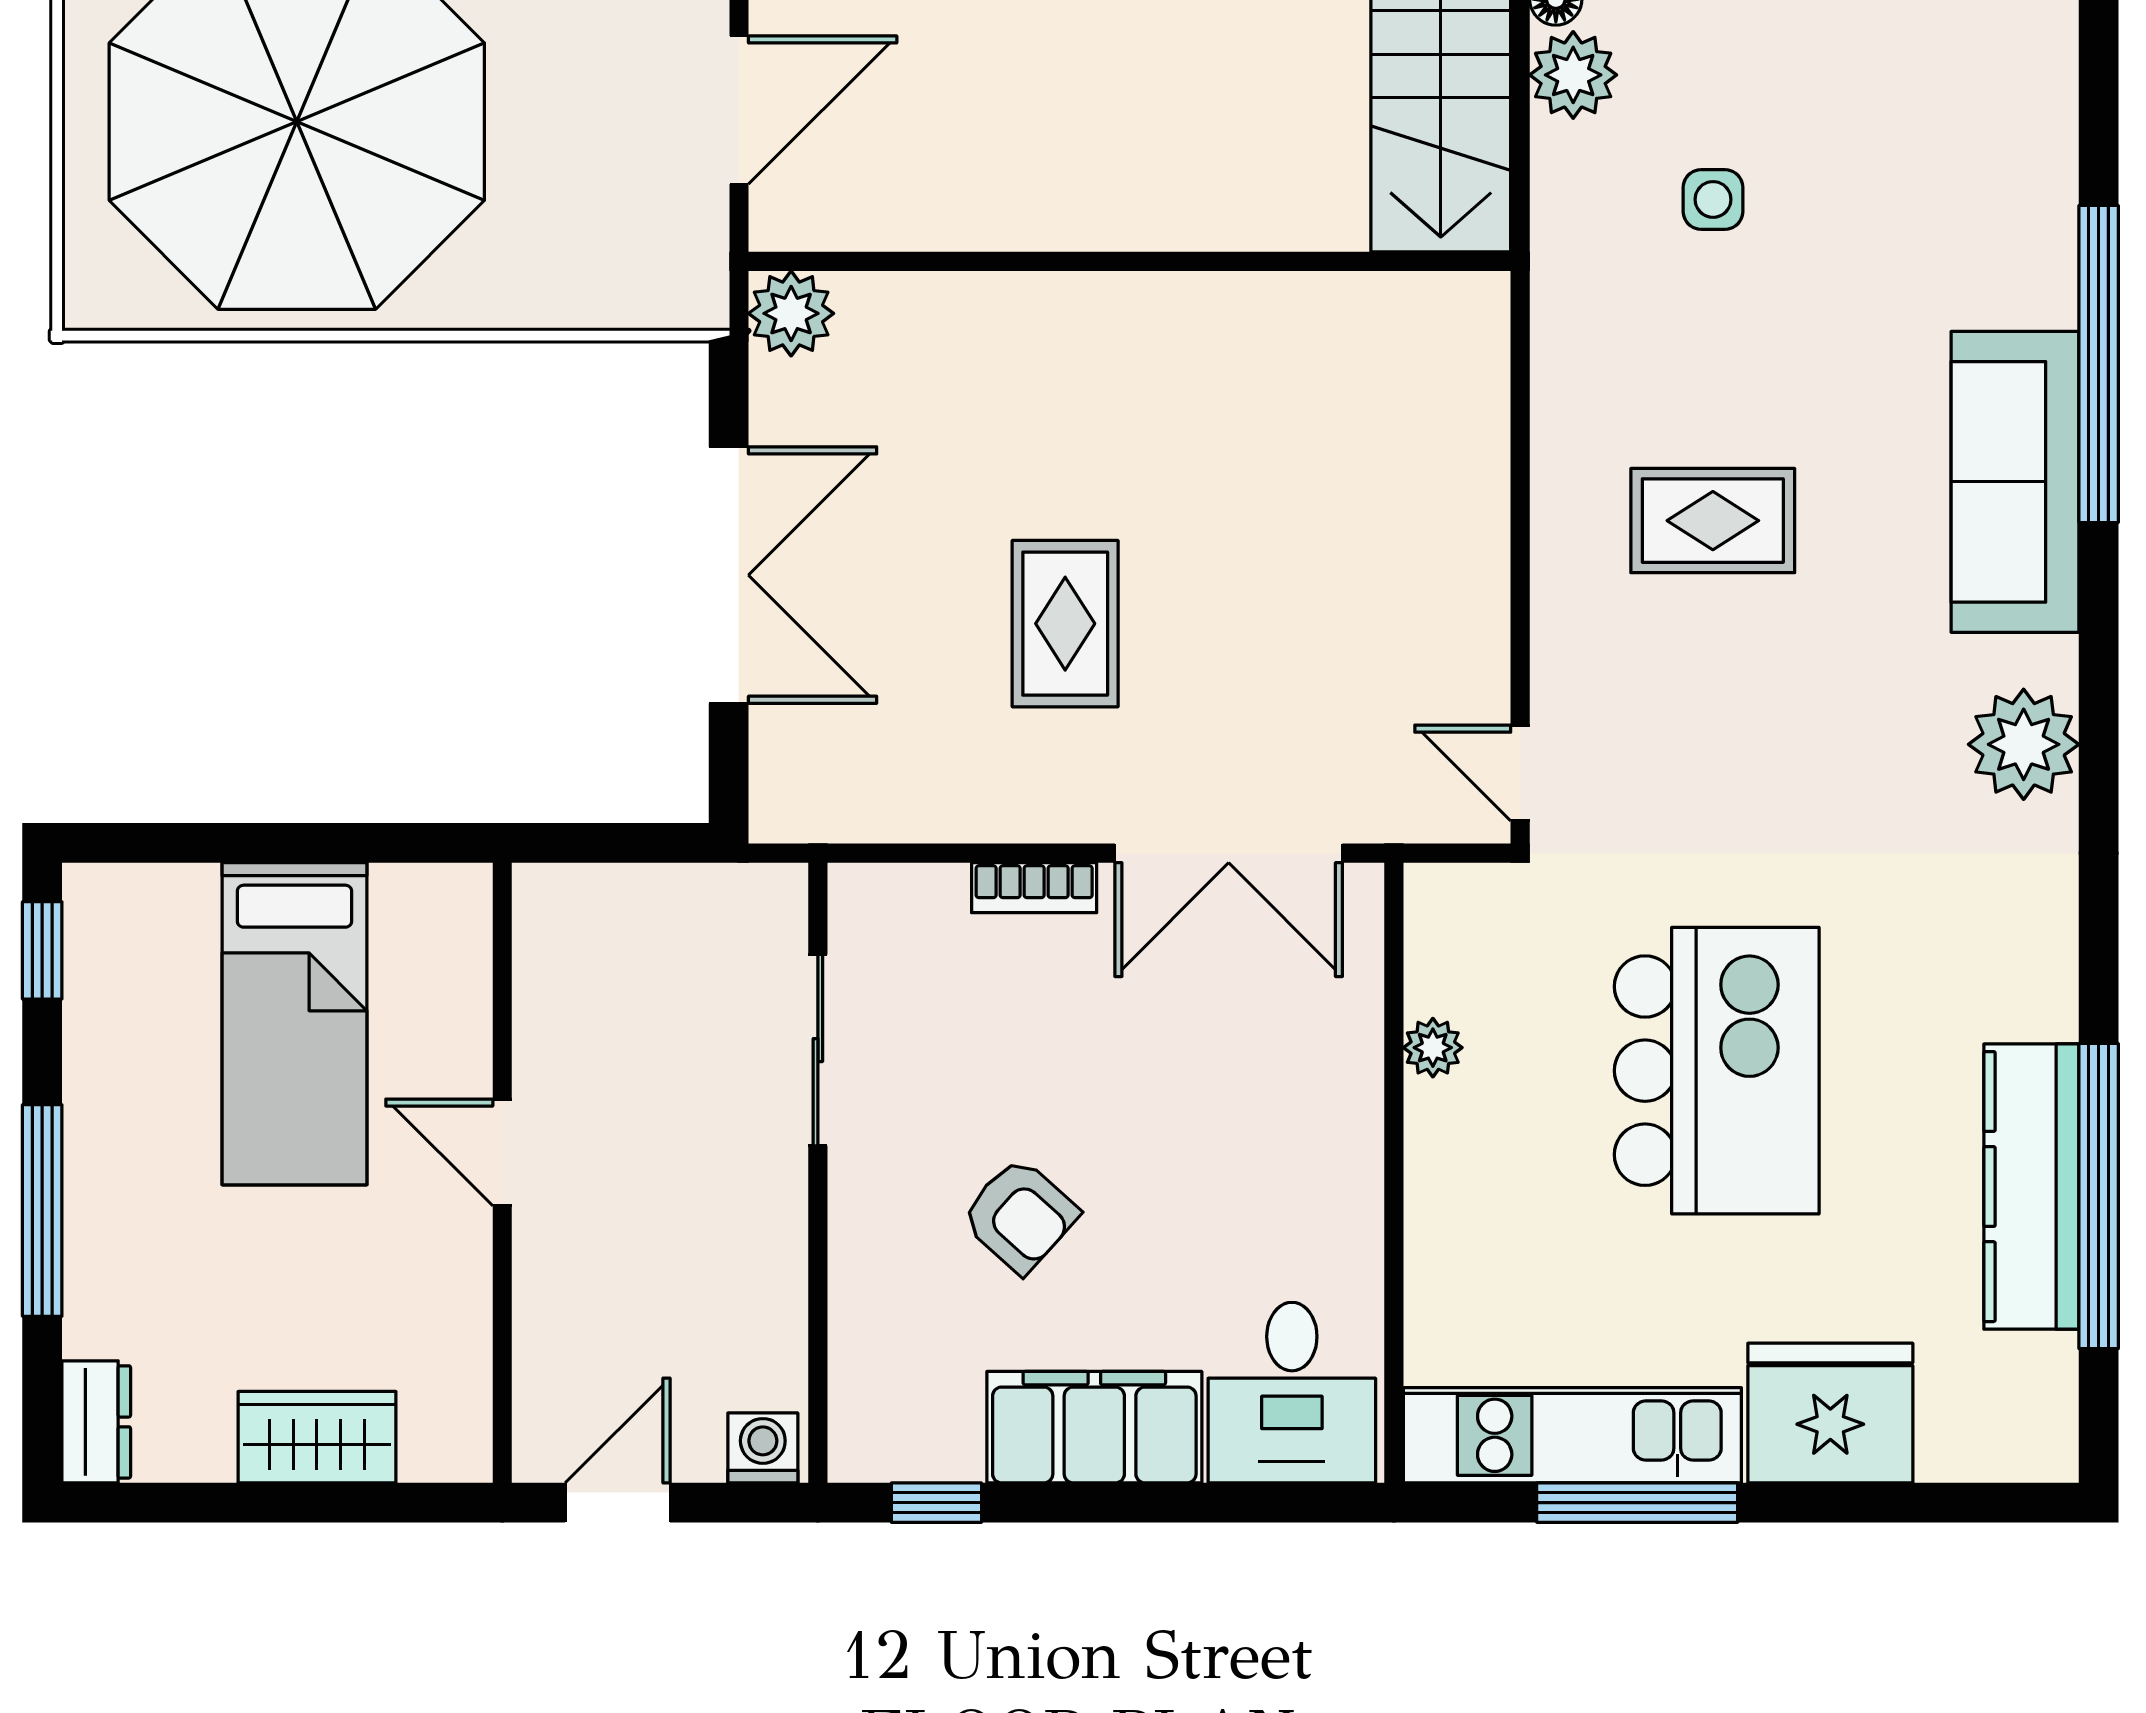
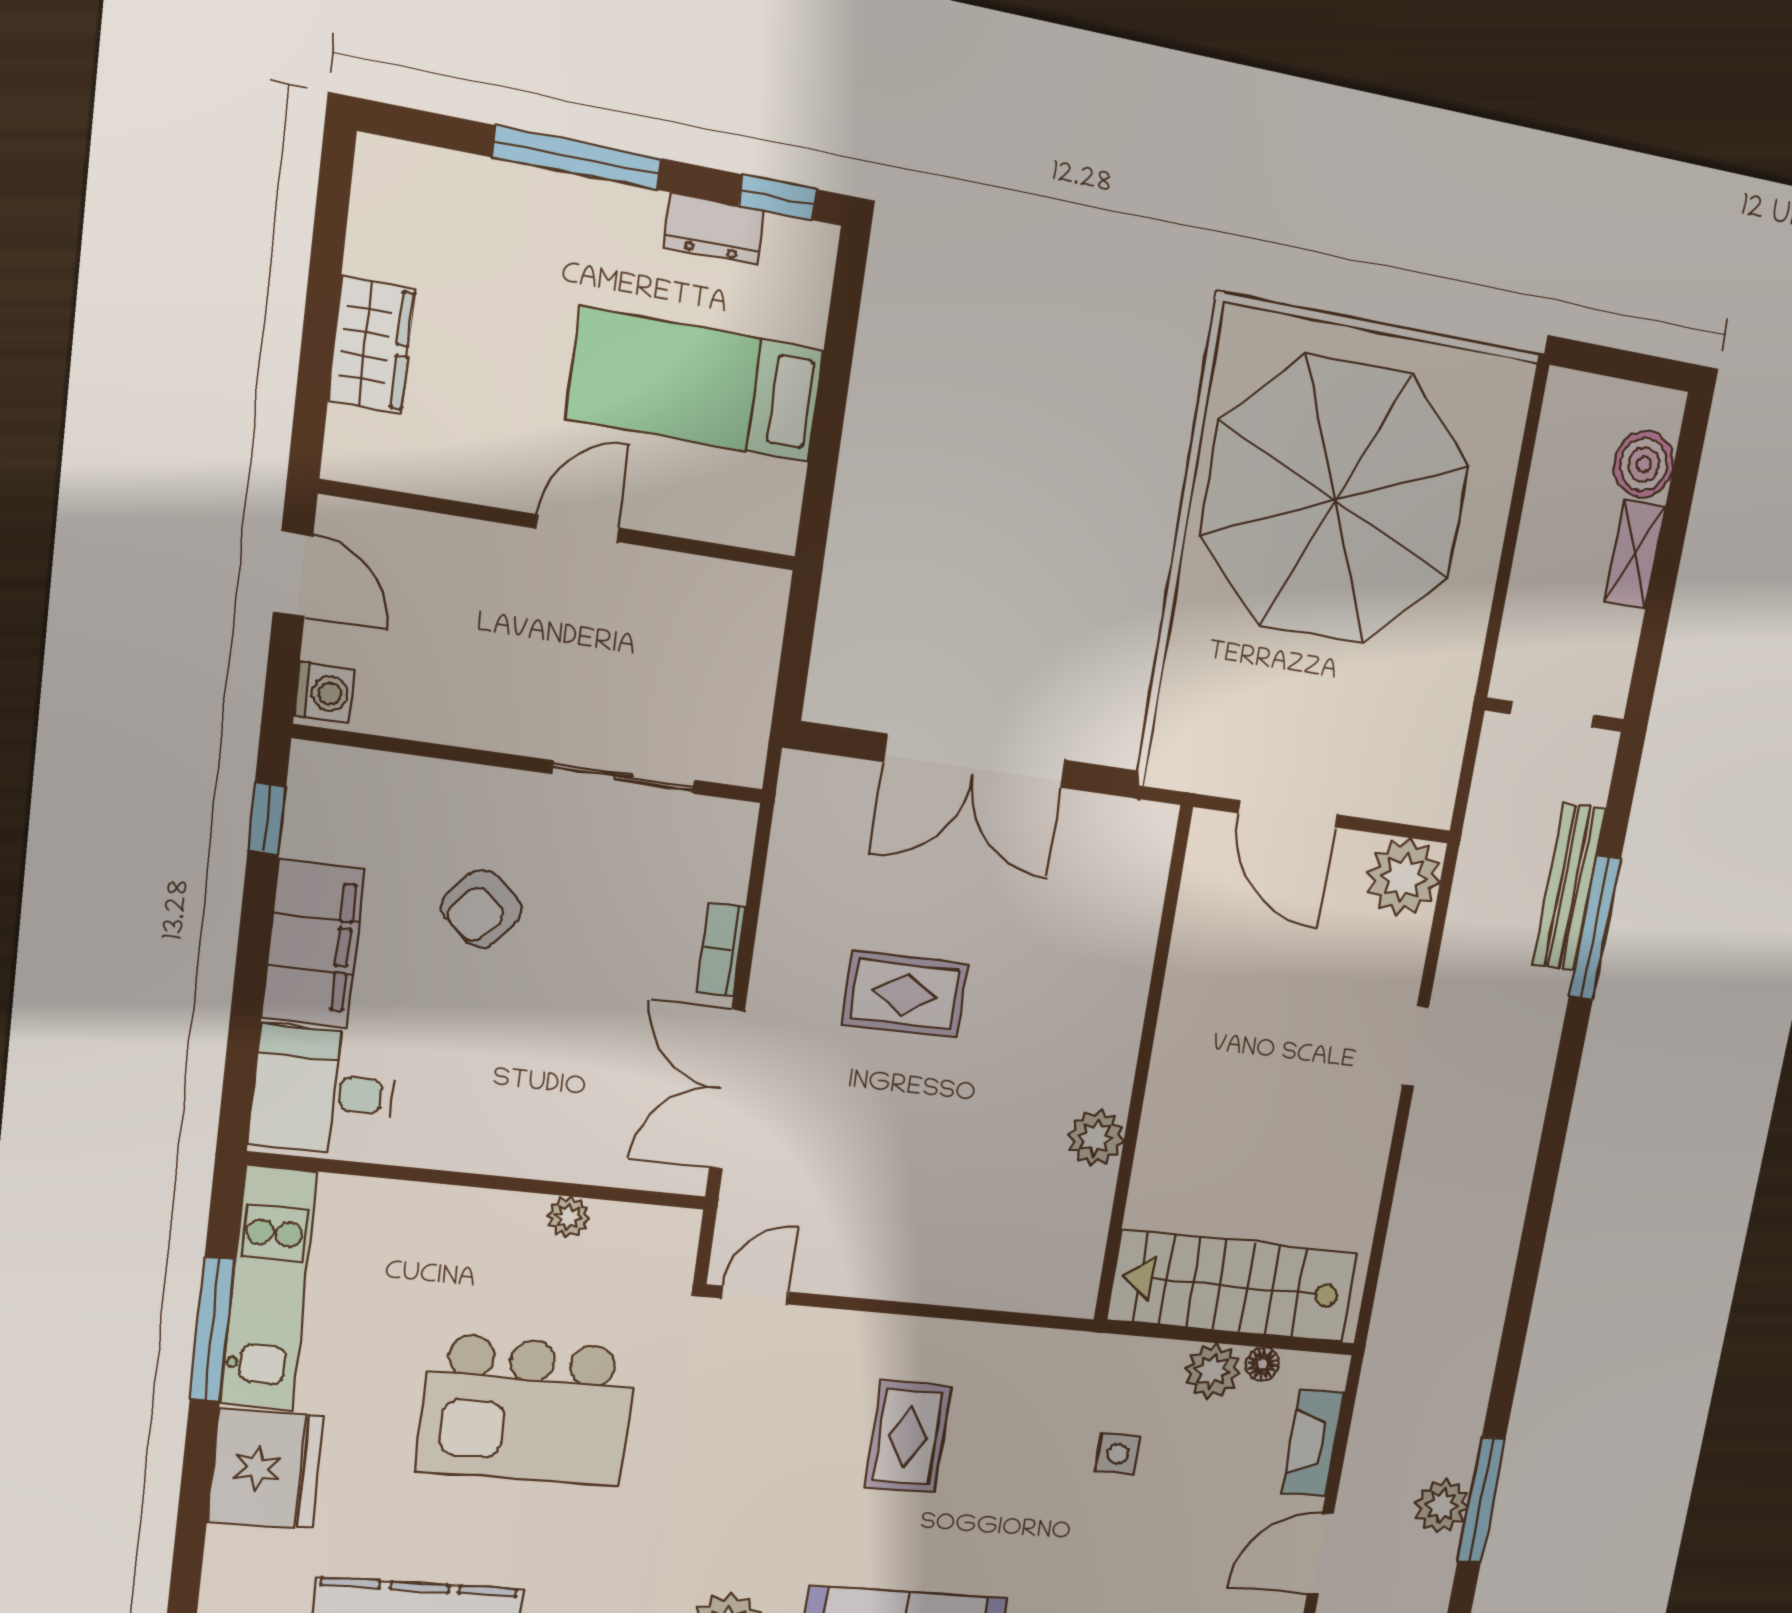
plant: (791, 313) -> (1096, 1138), moved
dresser: (96, 1422) -> (713, 229), moved

